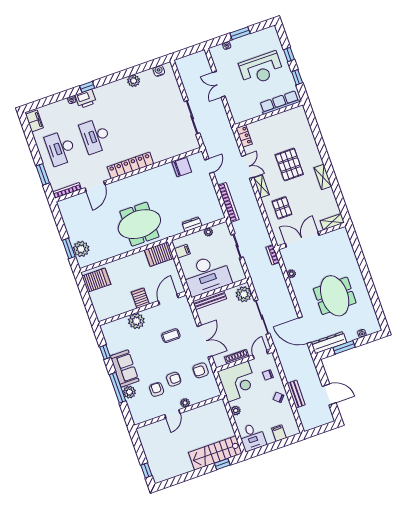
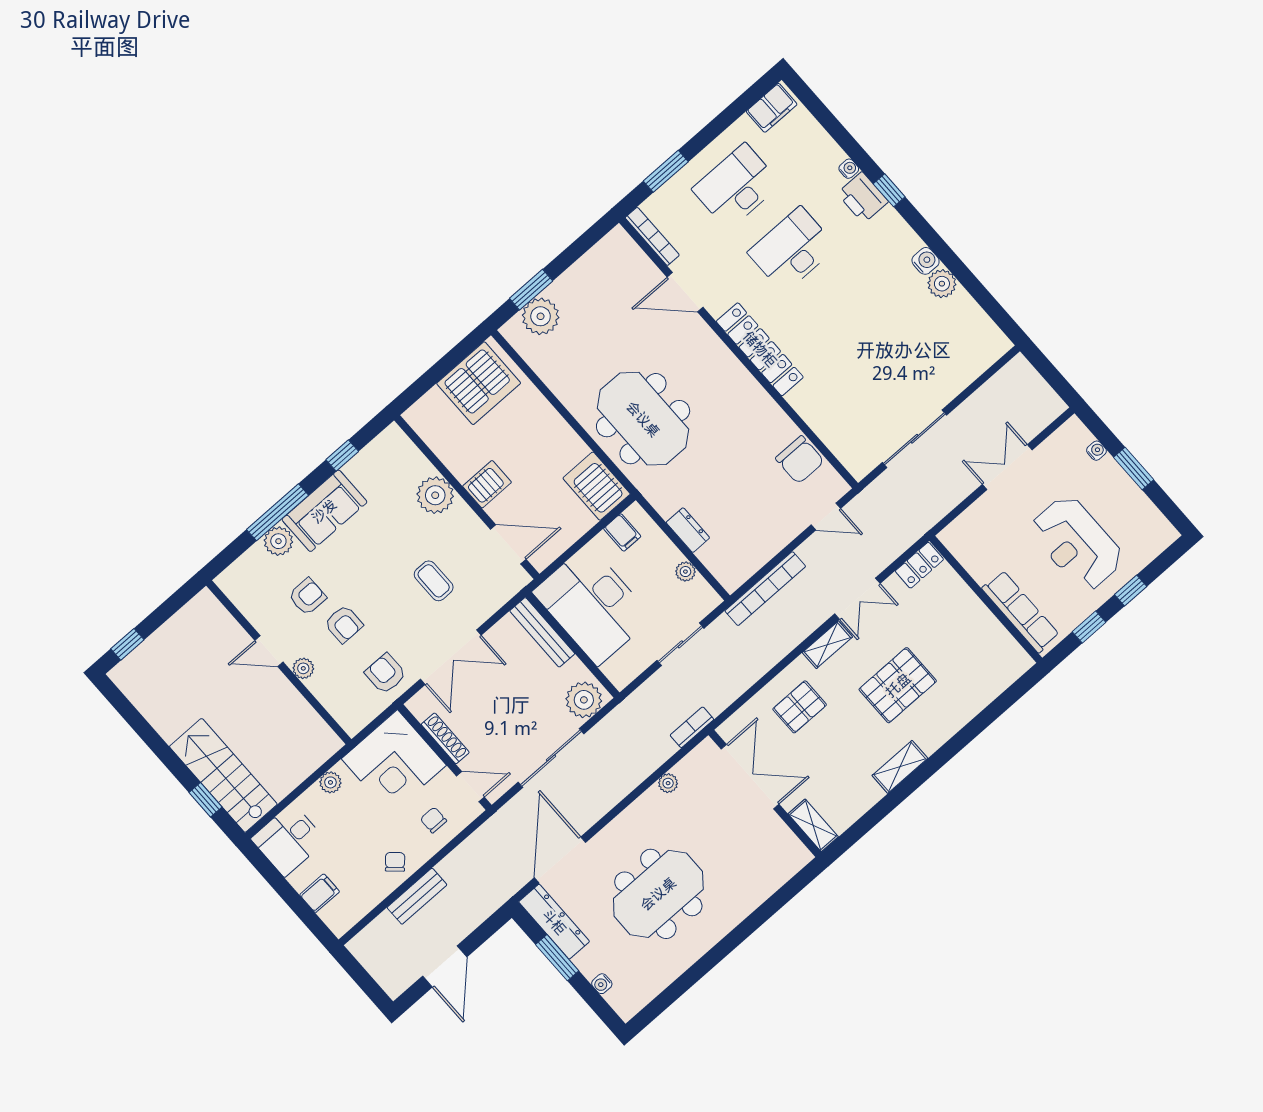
water cooler: (159, 71) -> (926, 261), moved
server rack: (96, 280) -> (479, 383), width x1.60

